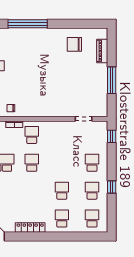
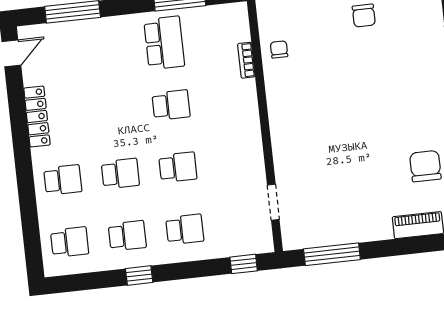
window: (112, 80) -> (332, 254), moved
school desk: (32, 135) -> (178, 167), moved

